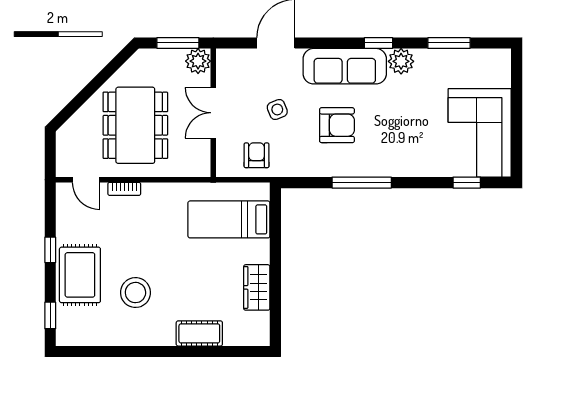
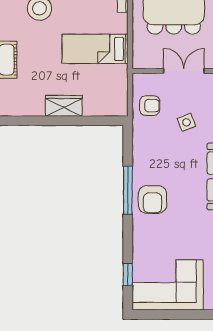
armchair: (337, 125) -> (153, 199), moved
bed: (229, 219) -> (95, 49), moved, turned -90
wardrobe: (257, 287) -> (64, 106), moved

